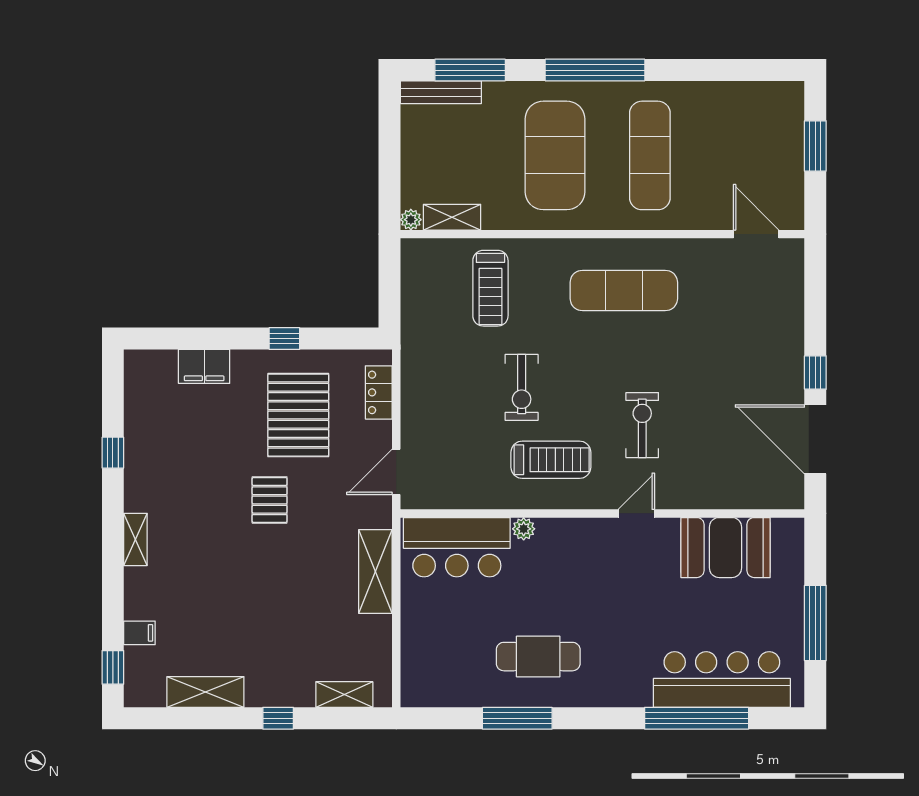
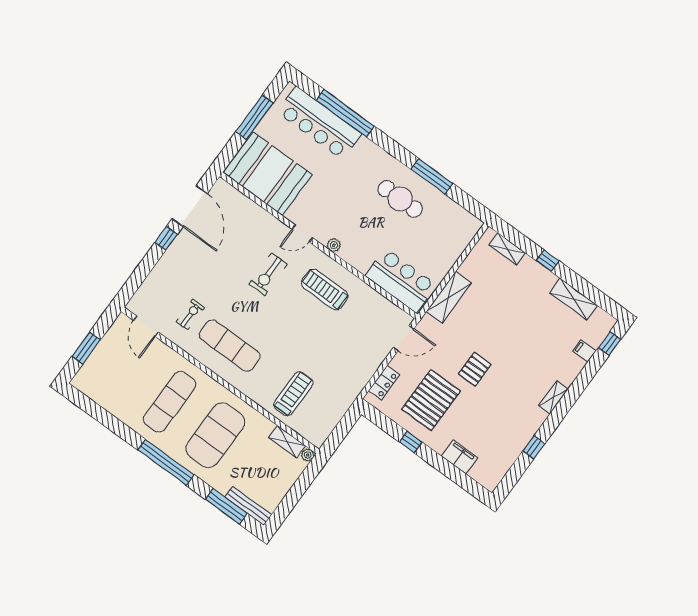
exercise bike: (522, 387) -> (190, 315), moved, width x0.73, depth x0.72
plant: (524, 529) -> (334, 245), moved
booth: (725, 548) -> (268, 174), width x1.36, depth x1.42

